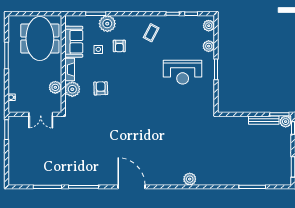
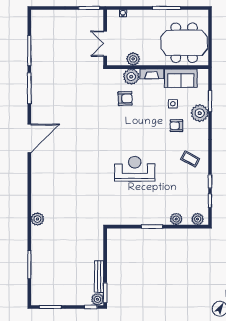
reception desk: (183, 72) -> (135, 169), moved, turned 90
armchair: (101, 88) -> (125, 98), moved
plant: (190, 179) -> (37, 219), moved

